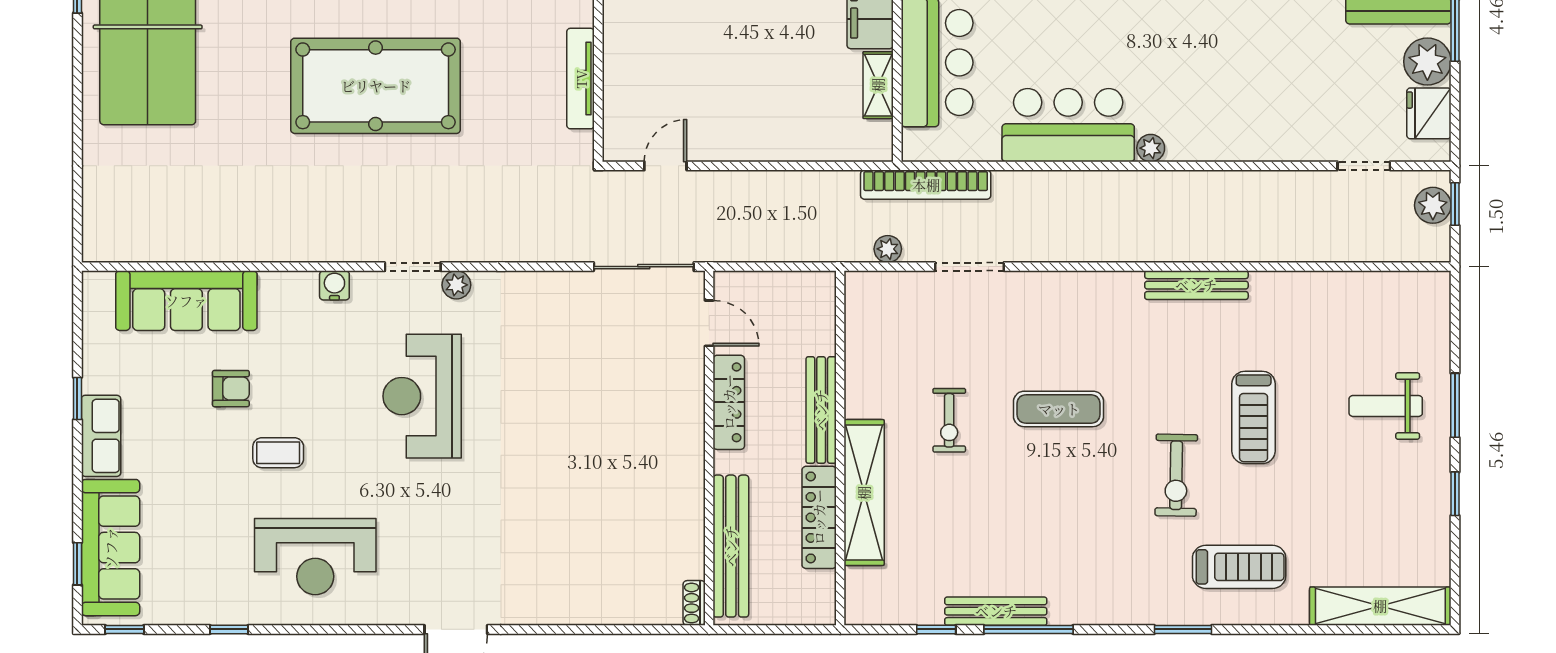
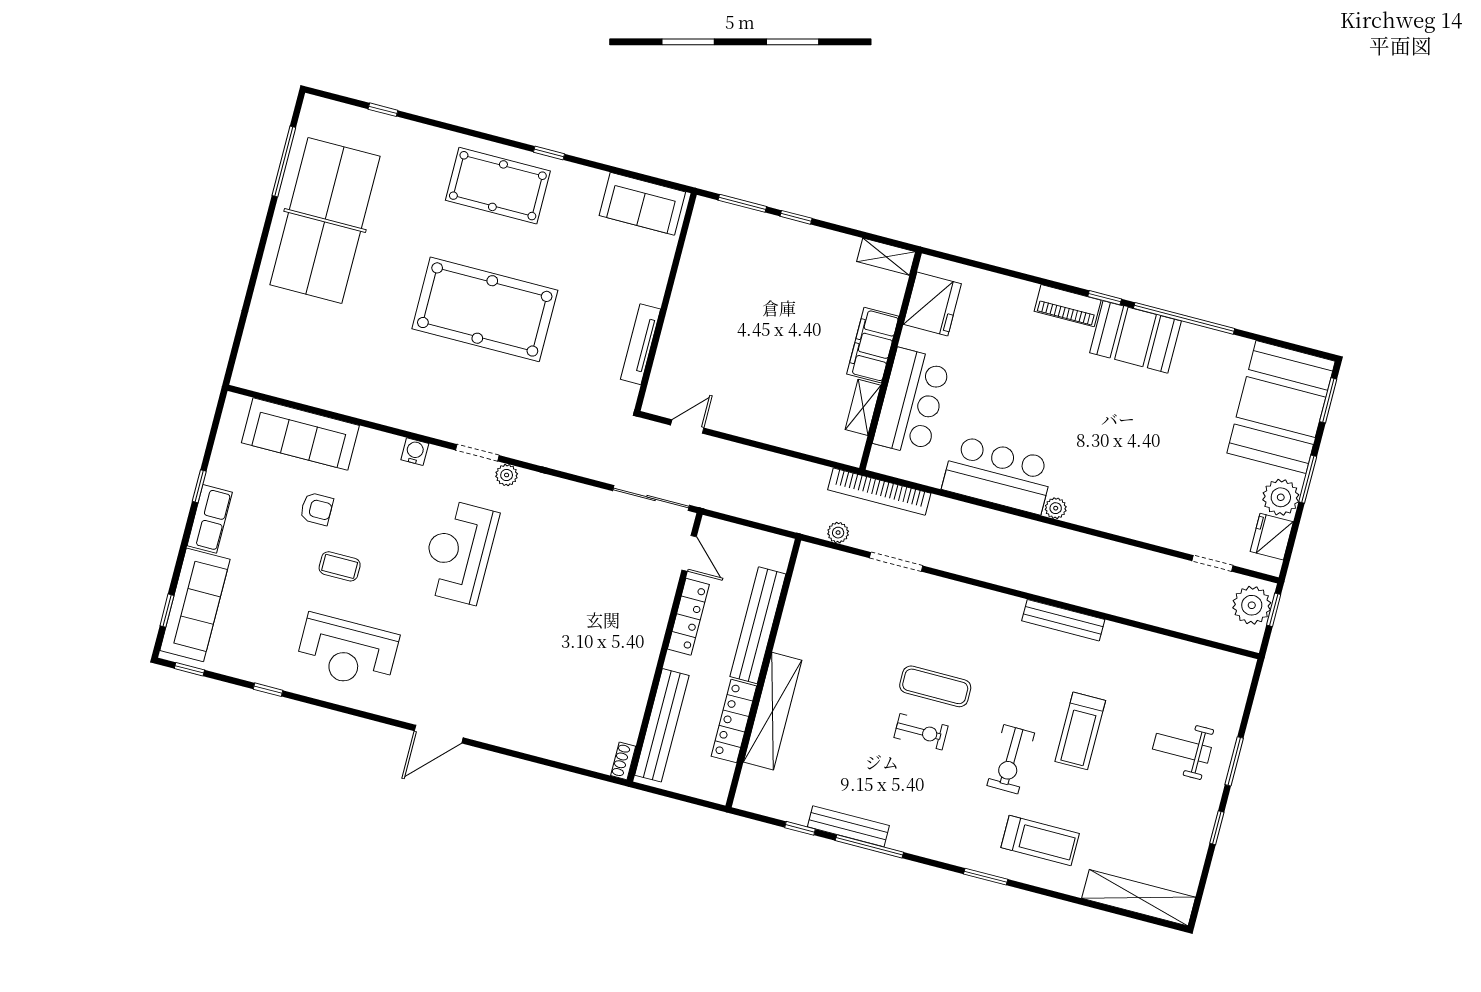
plant: (1433, 205) -> (1252, 605), width x1.36, depth x1.36
bench: (821, 410) -> (758, 625), width x1.37, depth x1.21
exercise bike: (949, 420) -> (921, 732), moved, turned -90

